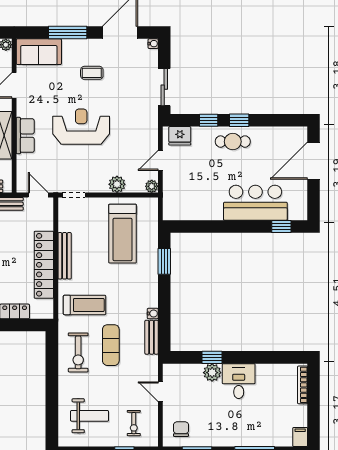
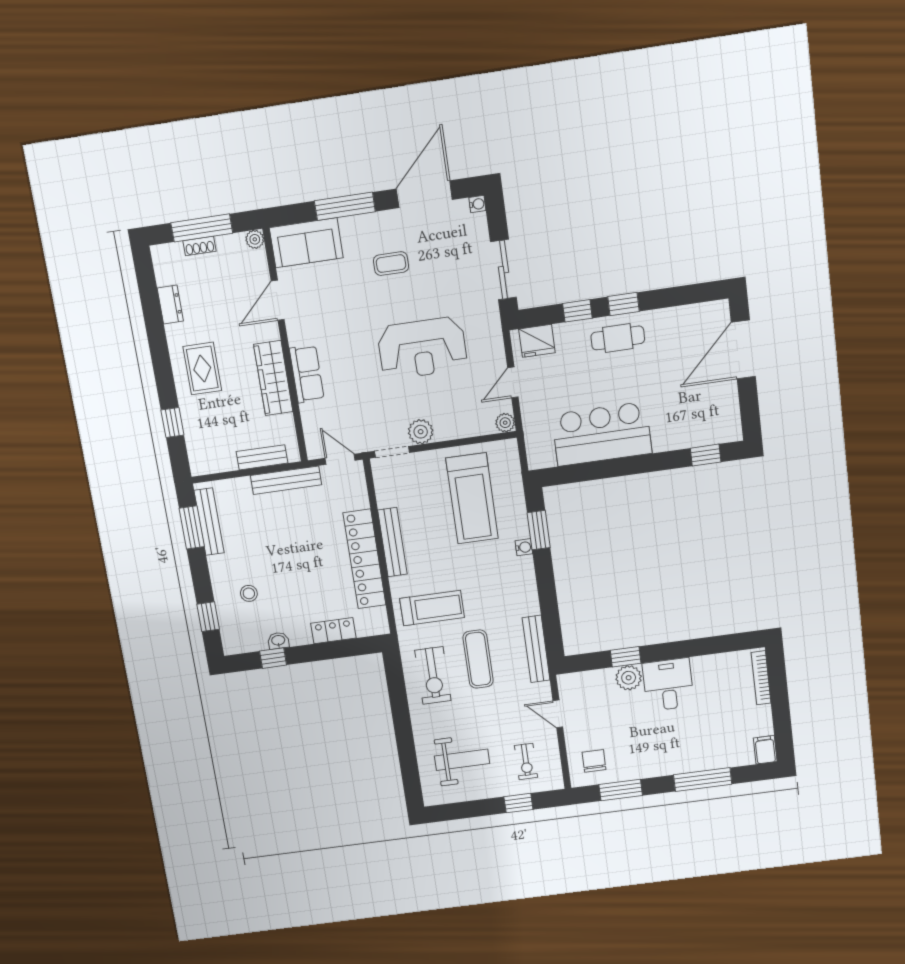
reception desk: (81, 127) -> (422, 348), moved, turned 180
plant: (117, 184) -> (421, 432), moved
bar counter: (255, 203) -> (602, 434), moved
water cooler: (153, 314) -> (524, 547), moved
bench: (152, 337) -> (536, 649), width x1.36

